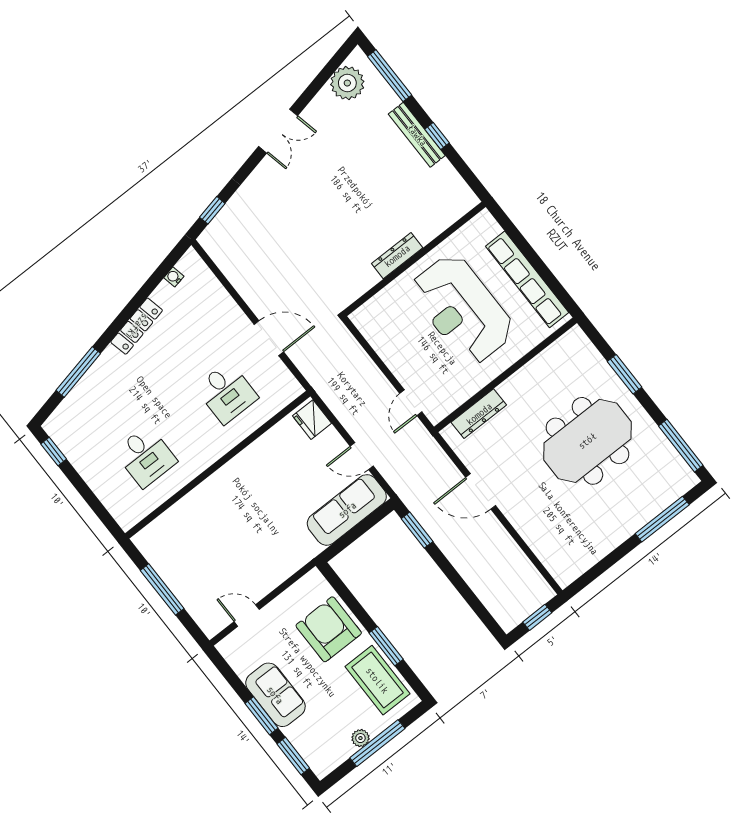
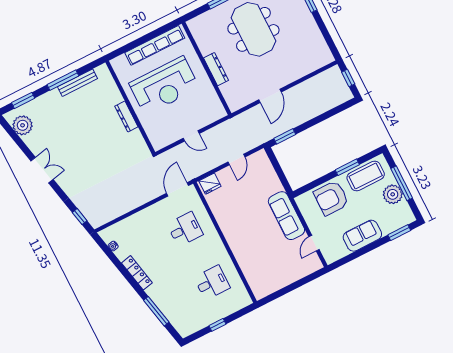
window: (390, 76) -> (23, 100), width x0.69
bench: (417, 135) -> (77, 83), moved
window: (437, 136) -> (63, 80), width x2.17
door: (269, 338) -> (178, 189), moved
door: (411, 403) -> (191, 136), moved
dresser: (479, 414) -> (216, 69), moved
window: (54, 452) -> (217, 325), moved
sofa: (347, 510) -> (286, 216), moved
window: (162, 589) -> (290, 288), removed
window: (262, 716) -> (373, 246), removed
plant: (360, 738) -> (393, 194), width x1.88, depth x1.88

